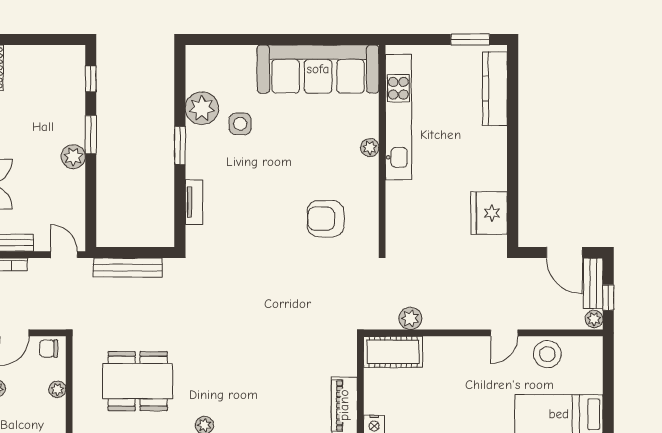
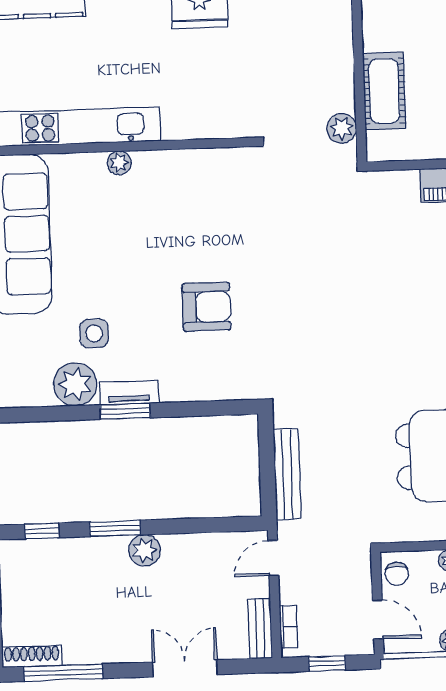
tv unit: (194, 202) -> (129, 393), moved
armchair: (326, 219) -> (206, 307), moved, turned -90
plant: (410, 318) -> (342, 128), moved
cot: (393, 352) -> (384, 91), moved

